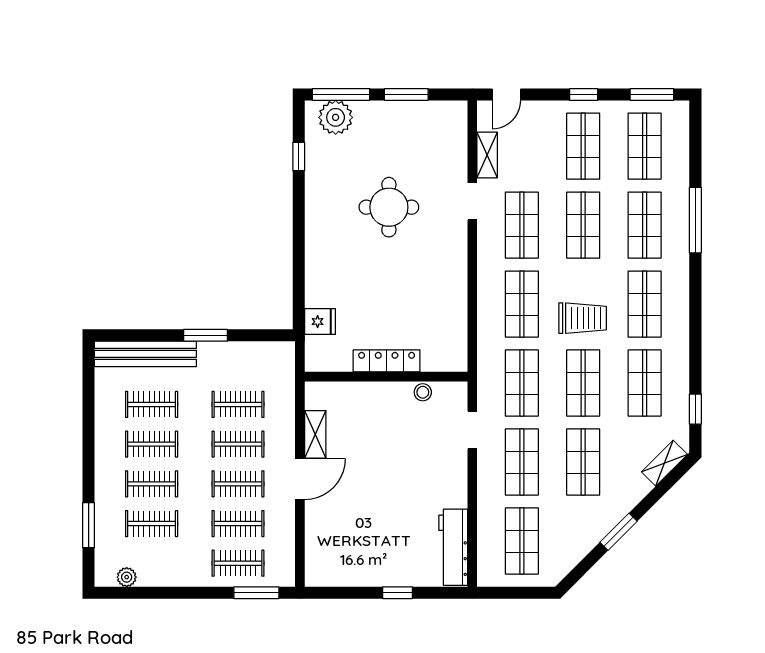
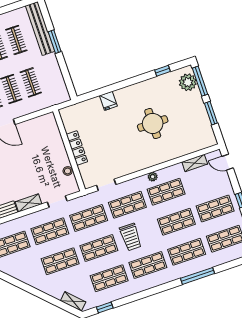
doorway: (472, 201) -> (106, 185), moved
plant: (486, 240) -> (153, 177), added
fridge: (320, 322) -> (108, 101), moved
window: (206, 335) -> (55, 42), moved
shelving: (315, 434) -> (29, 203), moved
window: (619, 532) -> (32, 290), removed

